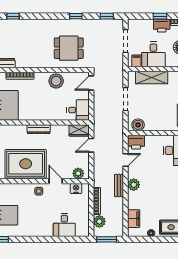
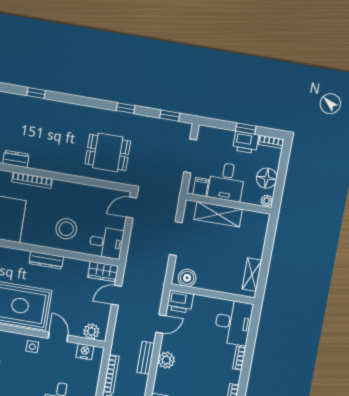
stool: (56, 81) -> (66, 229), moved

